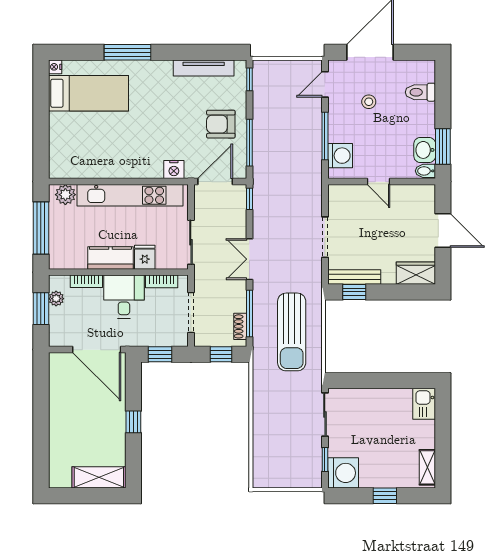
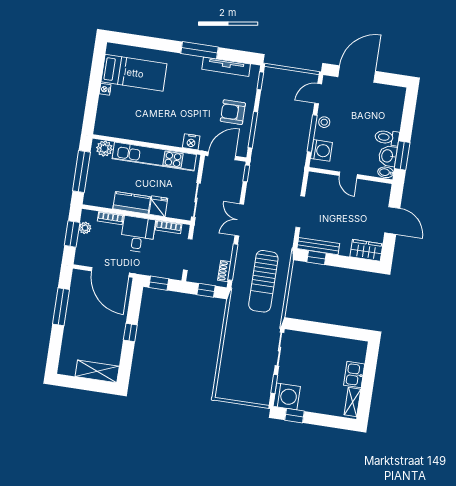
window: (127, 52) -> (200, 50), moved
nightstand: (55, 67) -> (105, 89), moved
toilet: (420, 92) -> (387, 137), moved
stool: (369, 102) -> (324, 122), moved
window: (41, 403) -> (61, 307), added
kitchen sink: (424, 404) -> (354, 375), moved
window: (385, 496) -> (294, 416), moved

